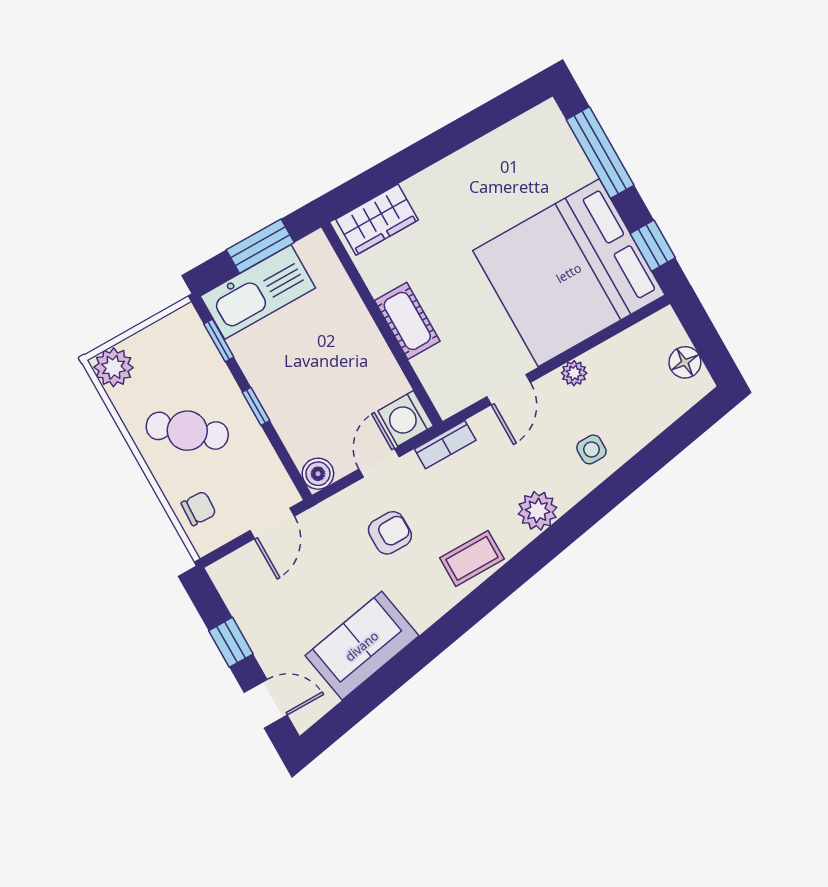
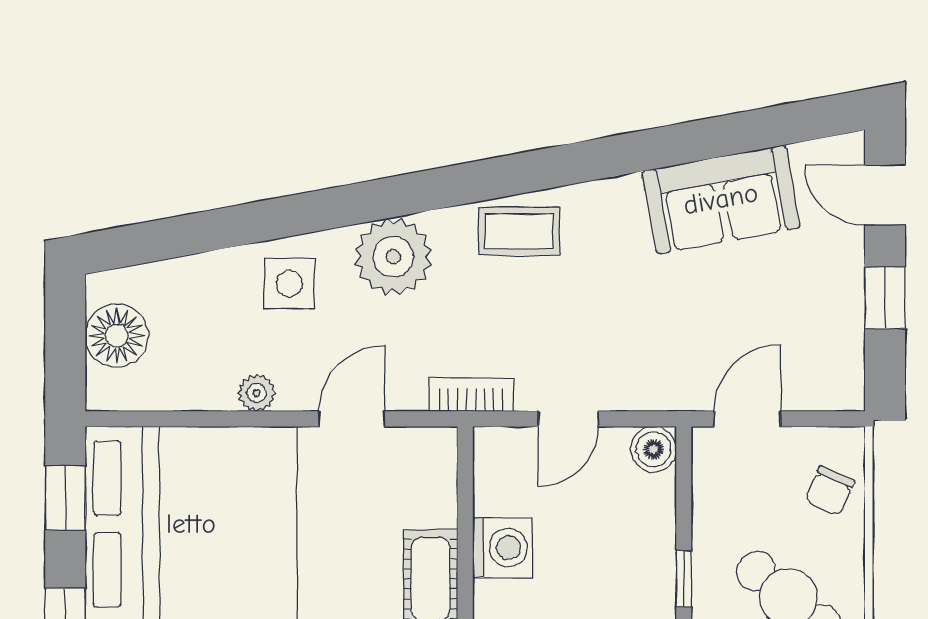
floor lamp: (685, 362) -> (117, 336), width x1.38, depth x1.38
washing machine: (406, 418) -> (502, 548), moved
side table: (591, 449) -> (289, 284), width x1.37, depth x1.37
chair: (199, 508) -> (830, 491), turned -68
plant: (538, 511) -> (393, 257), width x1.36, depth x1.36
armchair: (390, 533) -> (605, 322), removed

